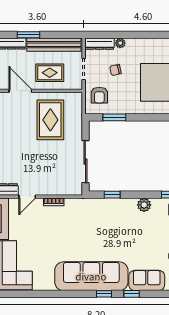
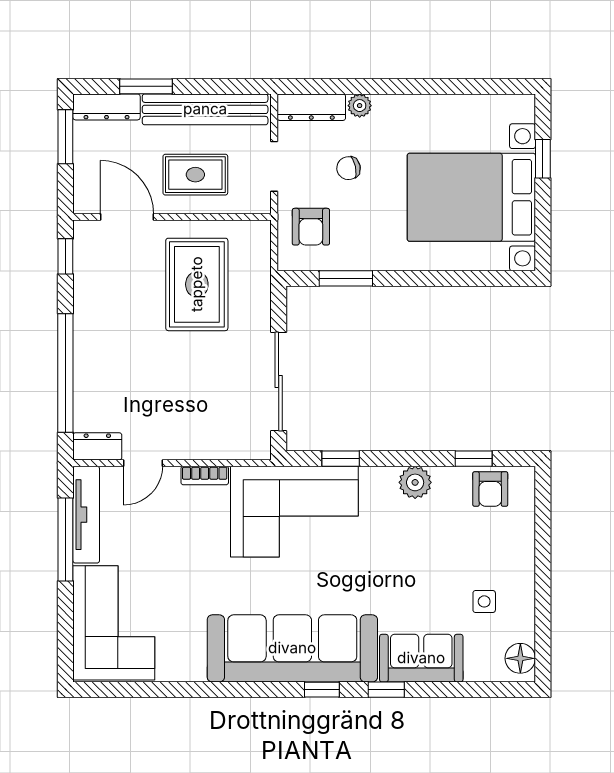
corner sofa: (92, 217) -> (294, 512), added

